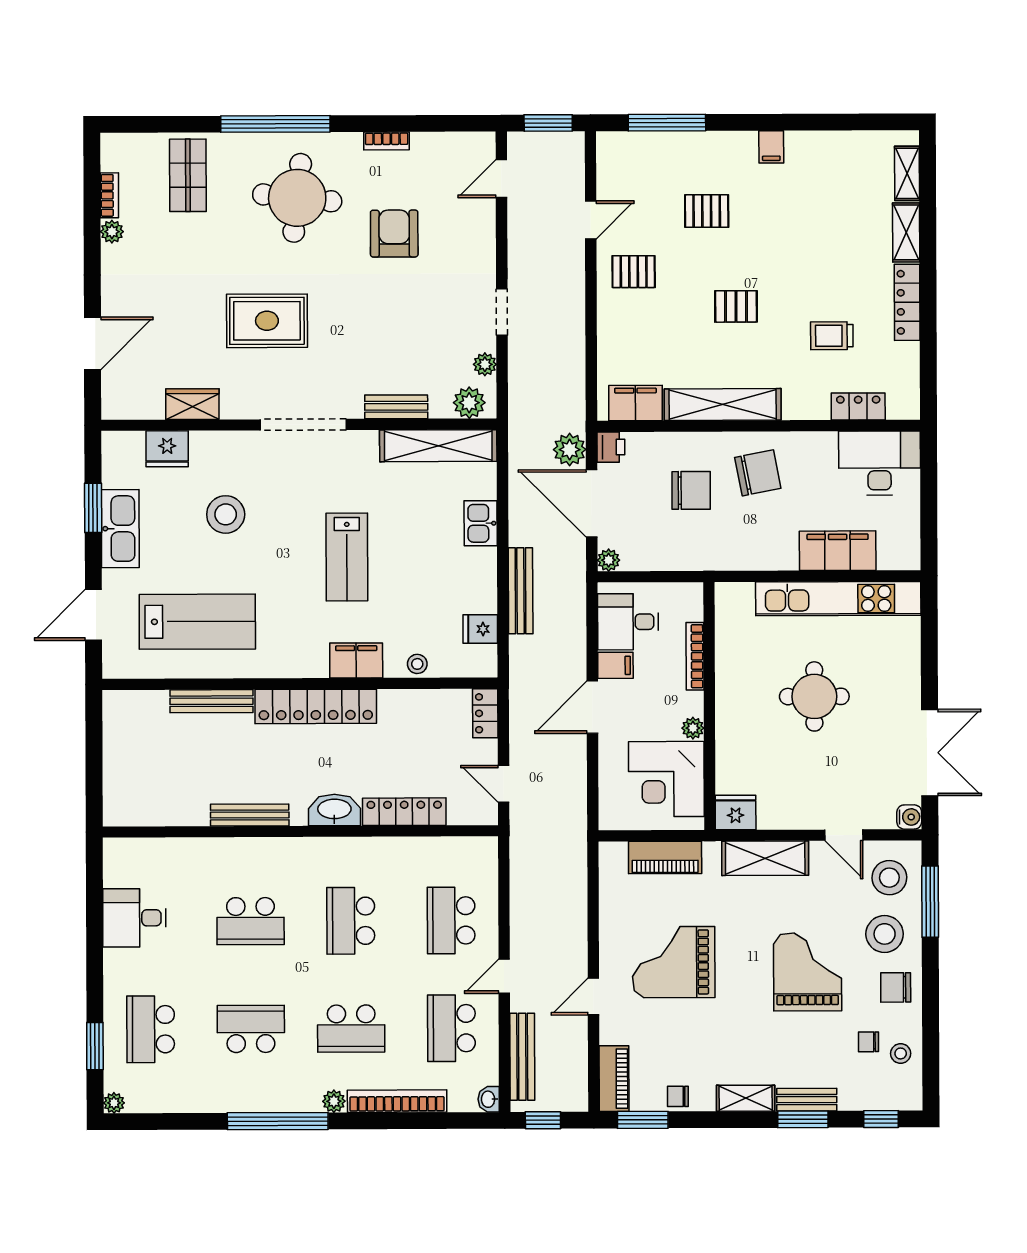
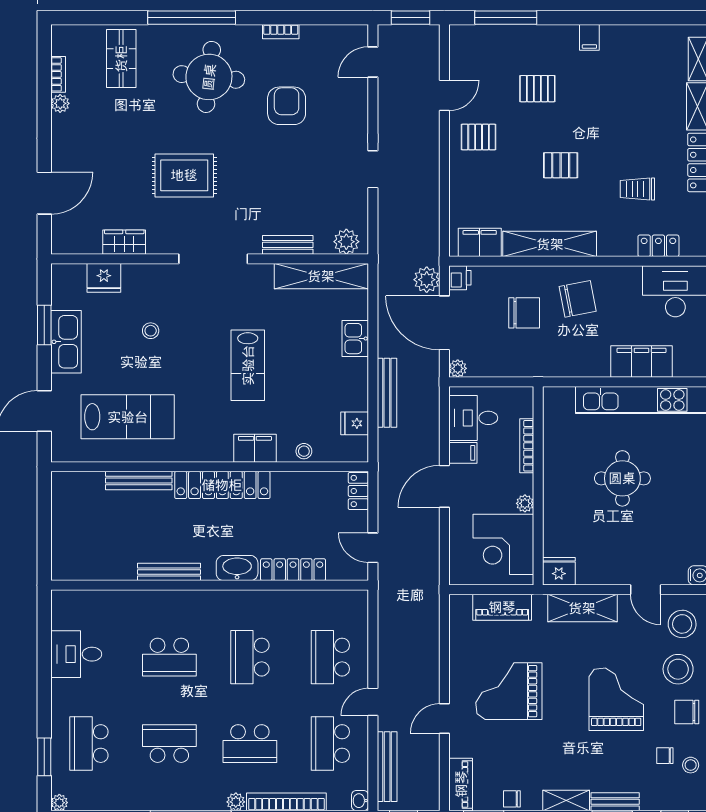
plant: (485, 364) -> (359, 211), removed
stool: (226, 514) -> (151, 331), width x0.53, depth x0.53

